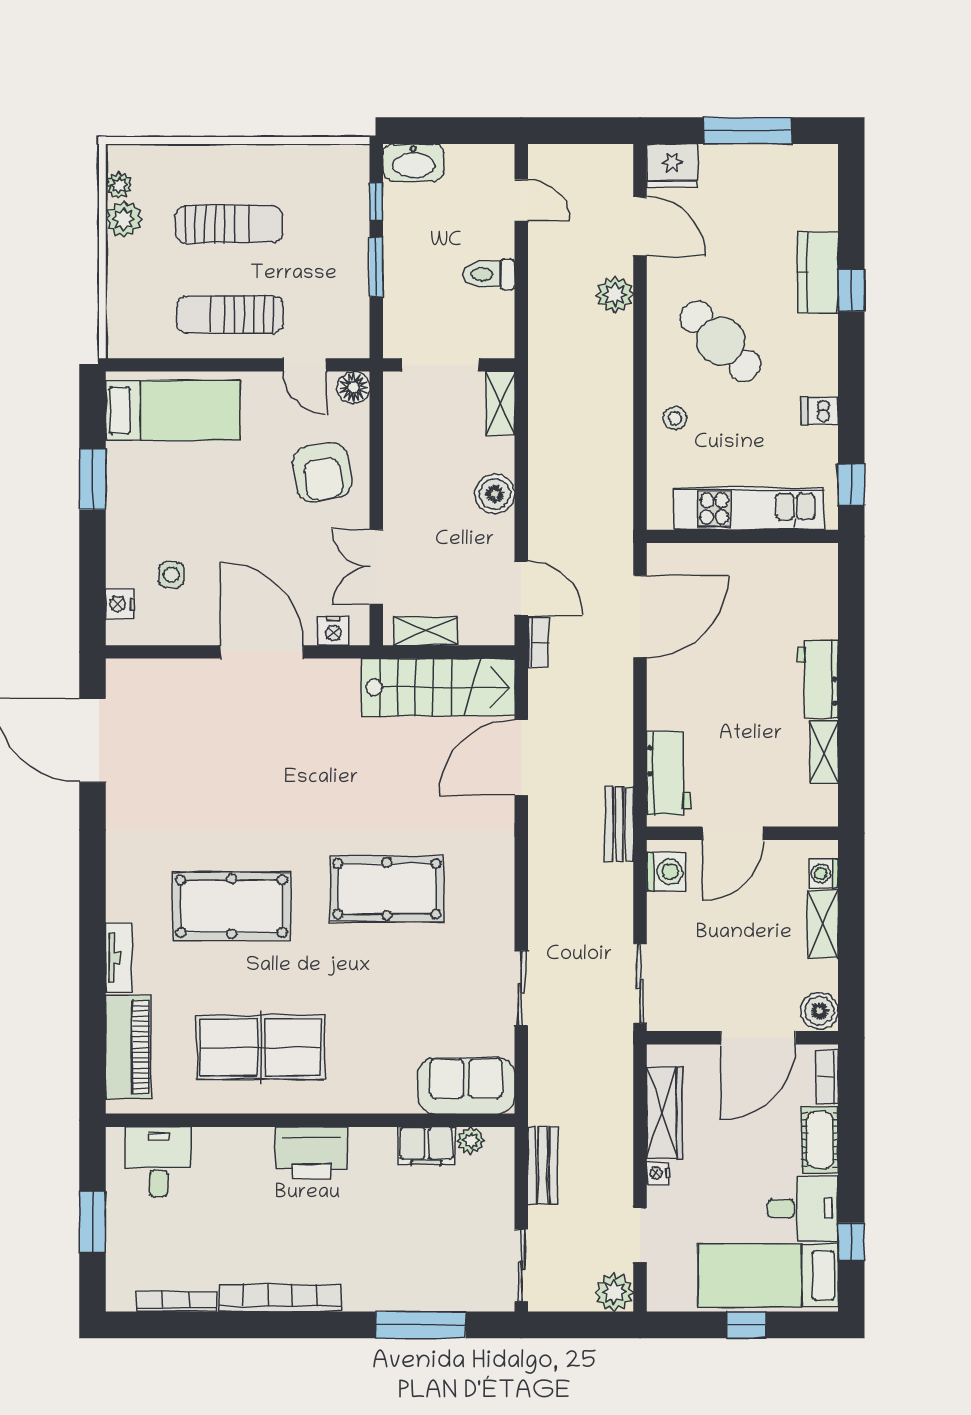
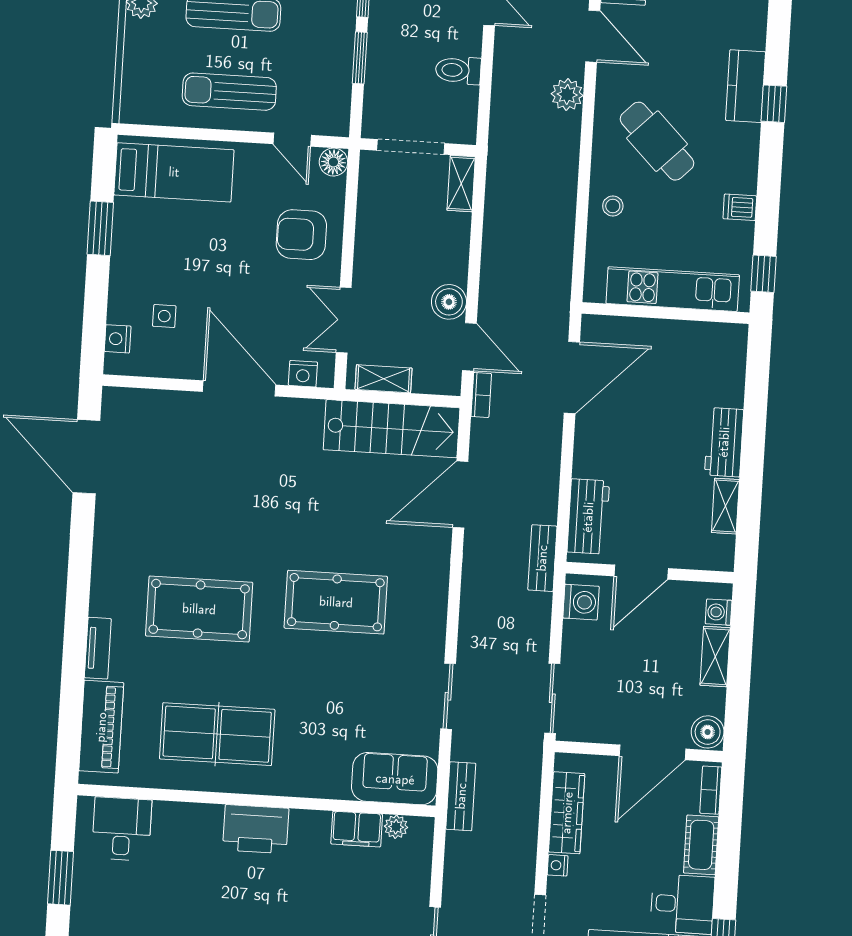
armchair: (322, 472) -> (301, 235), turned 100
boiler: (495, 494) -> (449, 302), moved
bench: (543, 1166) -> (461, 796), moved

